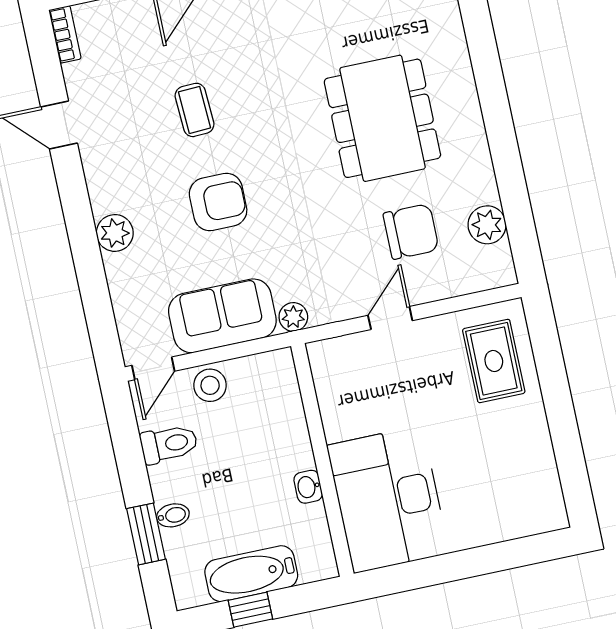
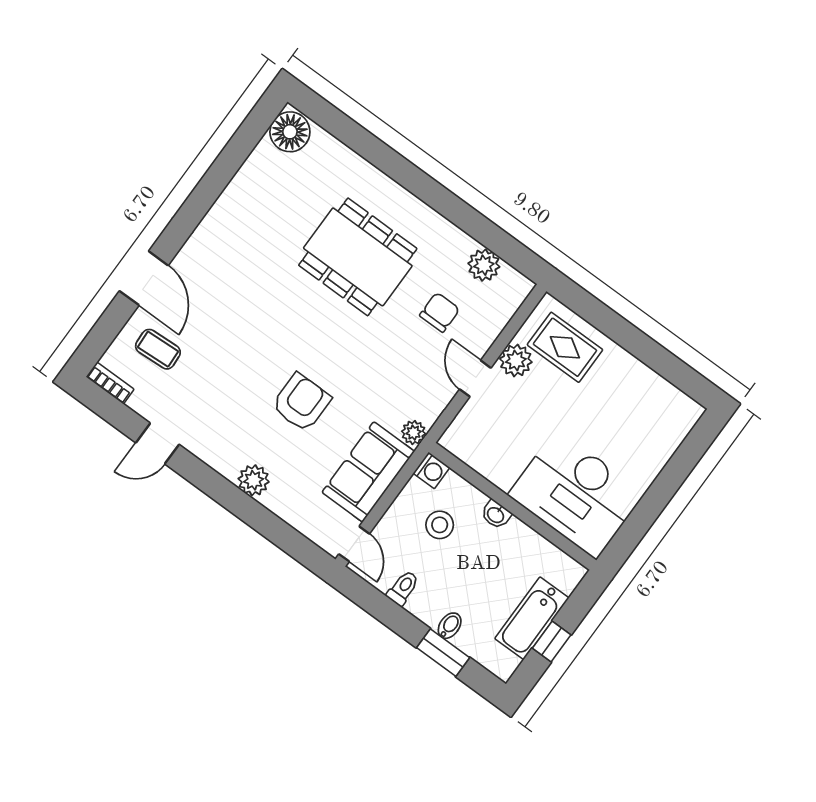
coffee table: (194, 110) -> (158, 349), moved
chair: (411, 232) -> (440, 312), width x0.73, depth x0.73
plant: (440, 334) -> (516, 360), added
washing machine: (279, 364) -> (431, 471), added
stool: (210, 385) -> (440, 525), moved
toilet: (169, 444) -> (403, 588), width x0.73, depth x0.72
washbasin: (308, 487) -> (496, 515), moved

